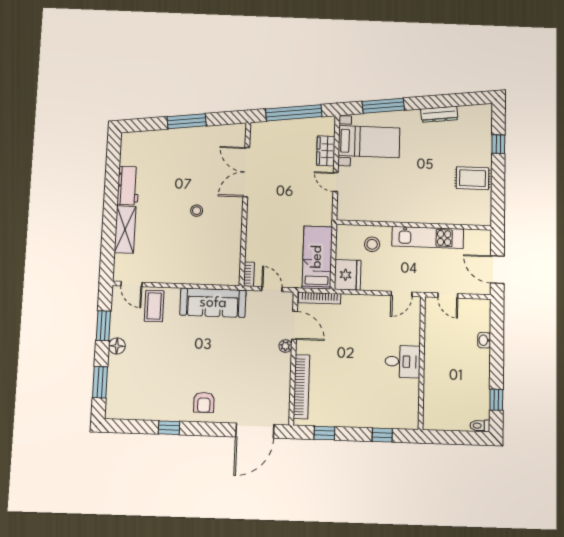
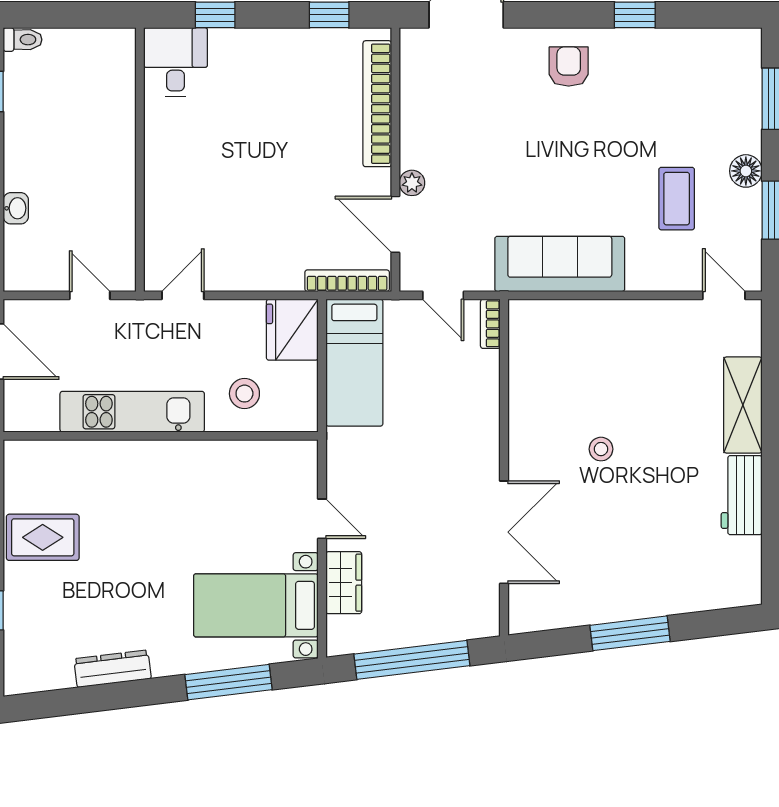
coffee table: (154, 306) -> (677, 199), moved
desk: (403, 362) -> (176, 62), moved, turned 90

